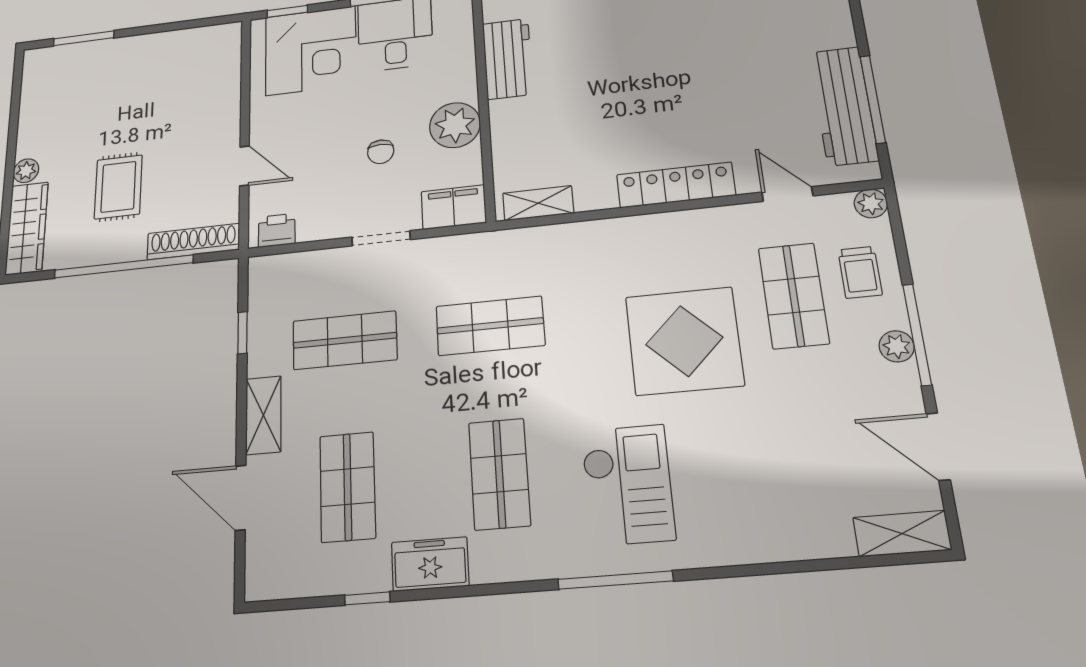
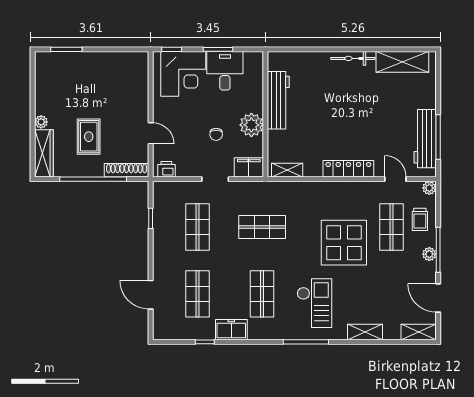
workbench: (508, 59) -> (278, 100), width x1.38
shop shelf: (345, 340) -> (197, 227), turned 90
shelving: (263, 415) -> (365, 332), moved, turned 90

